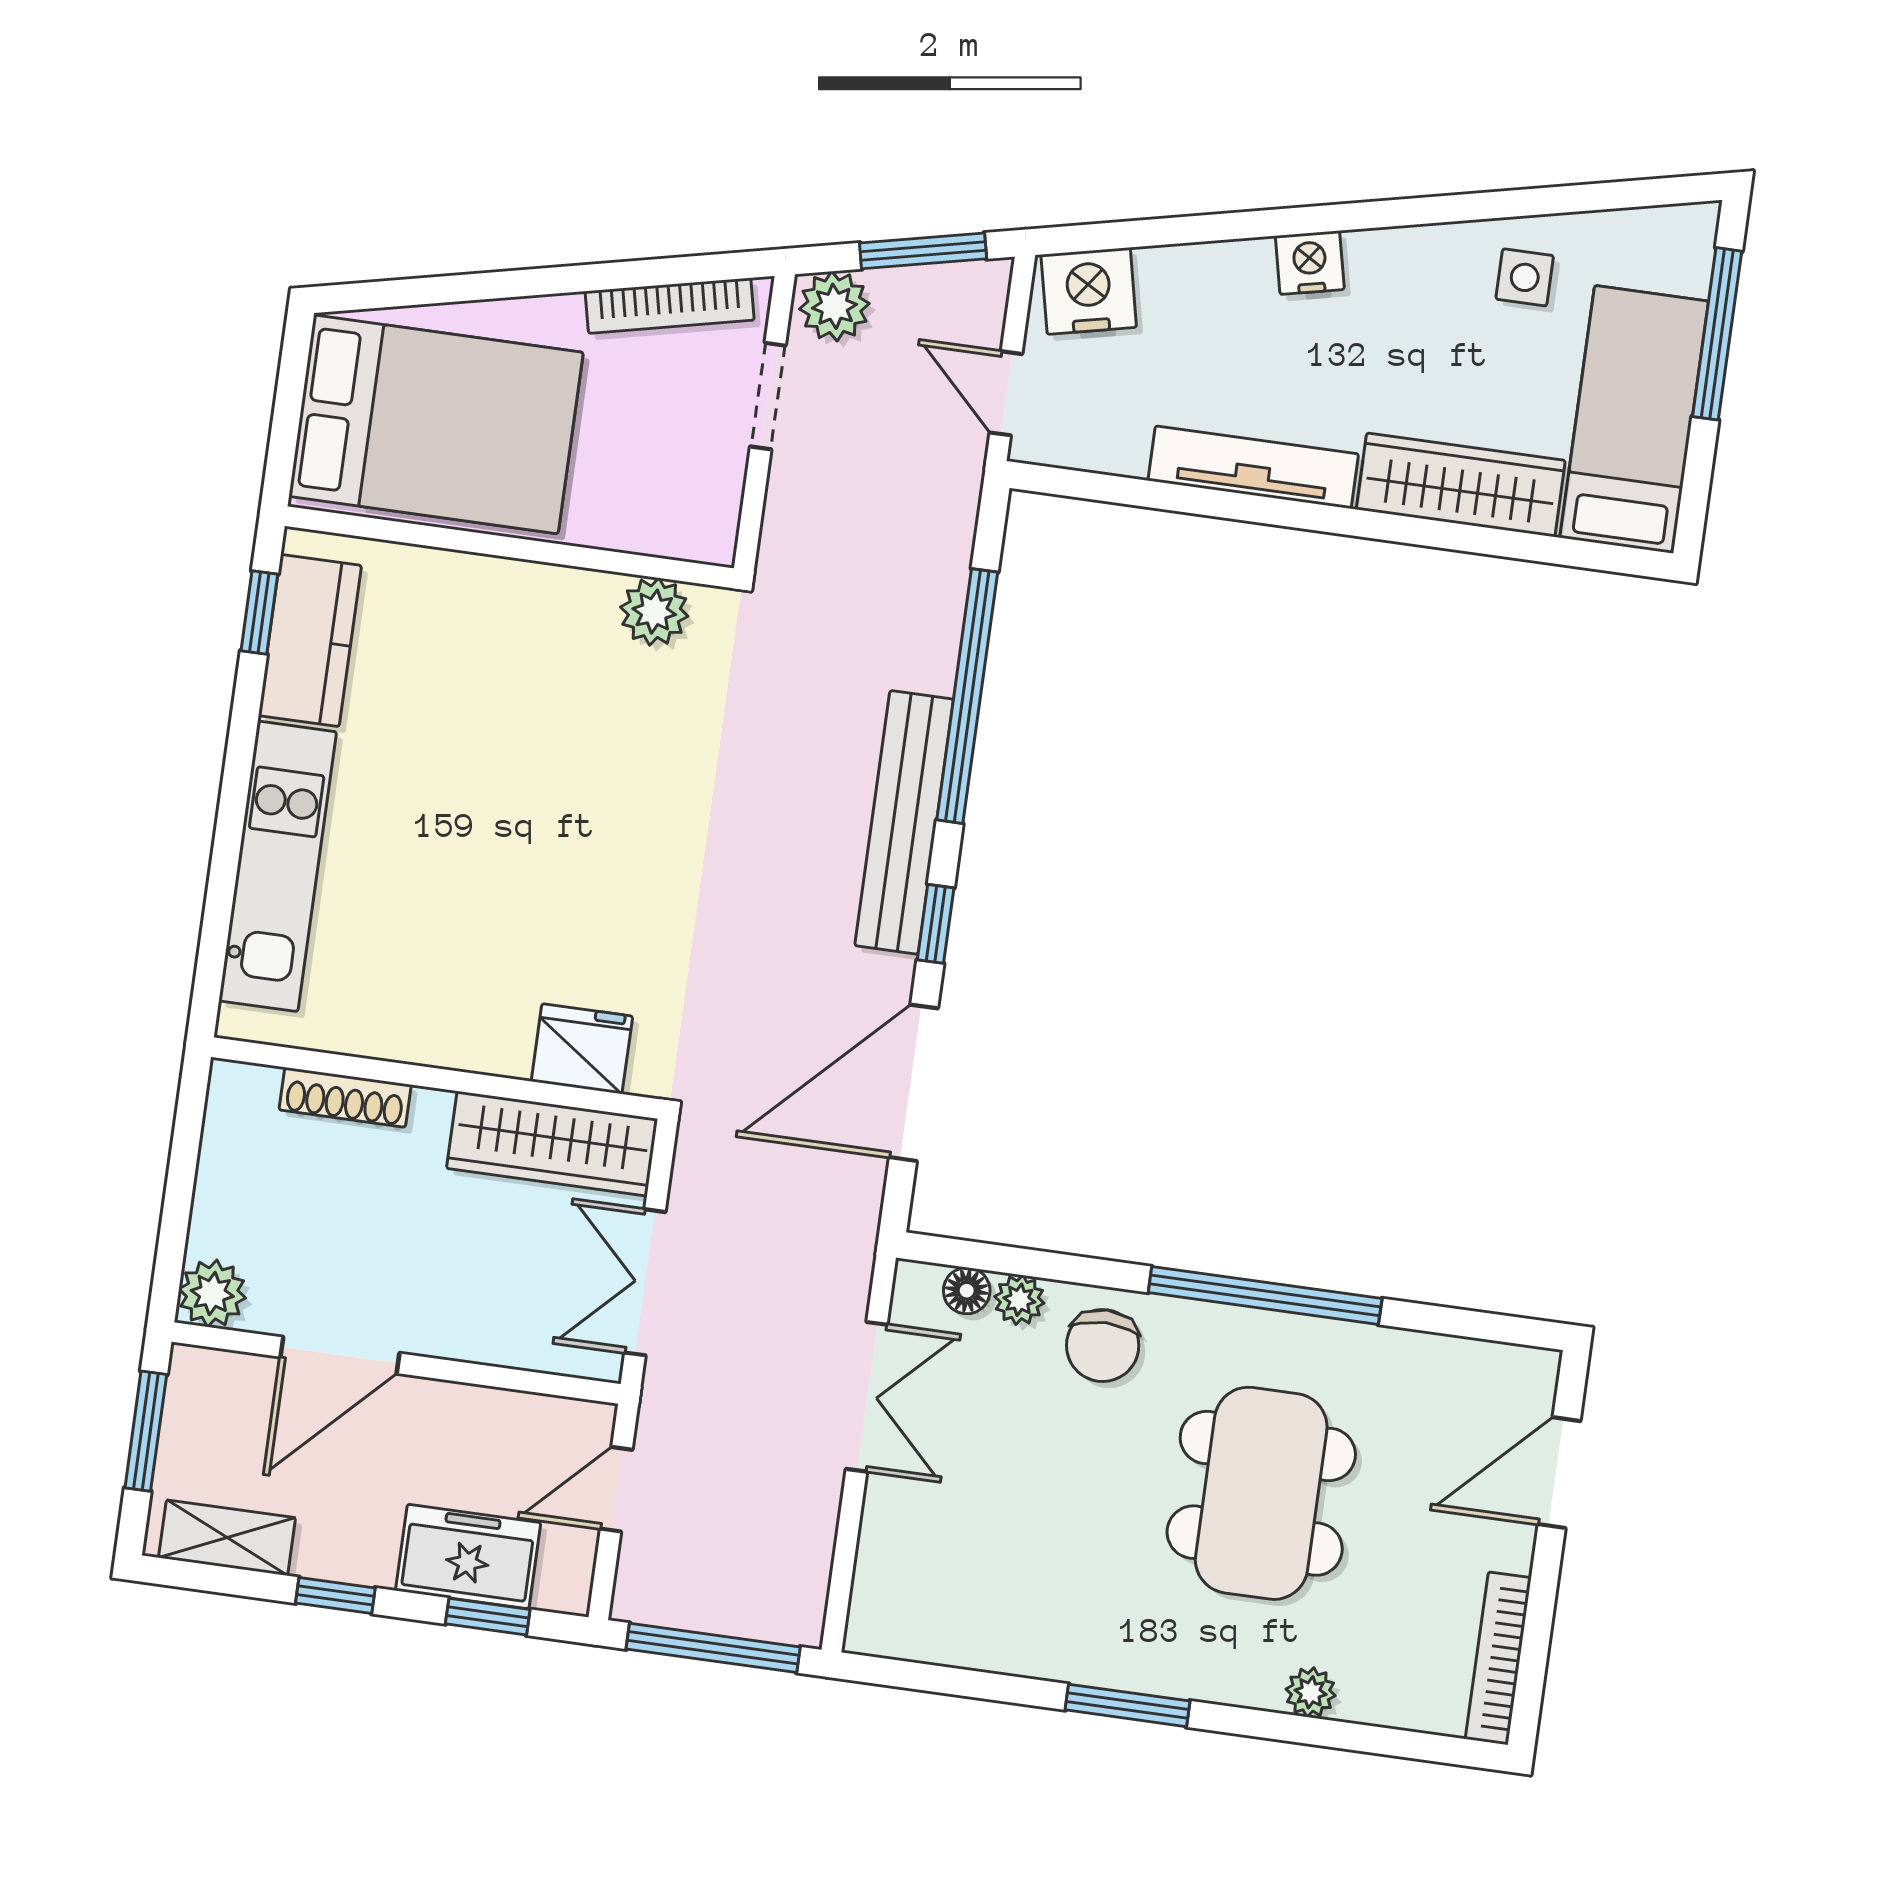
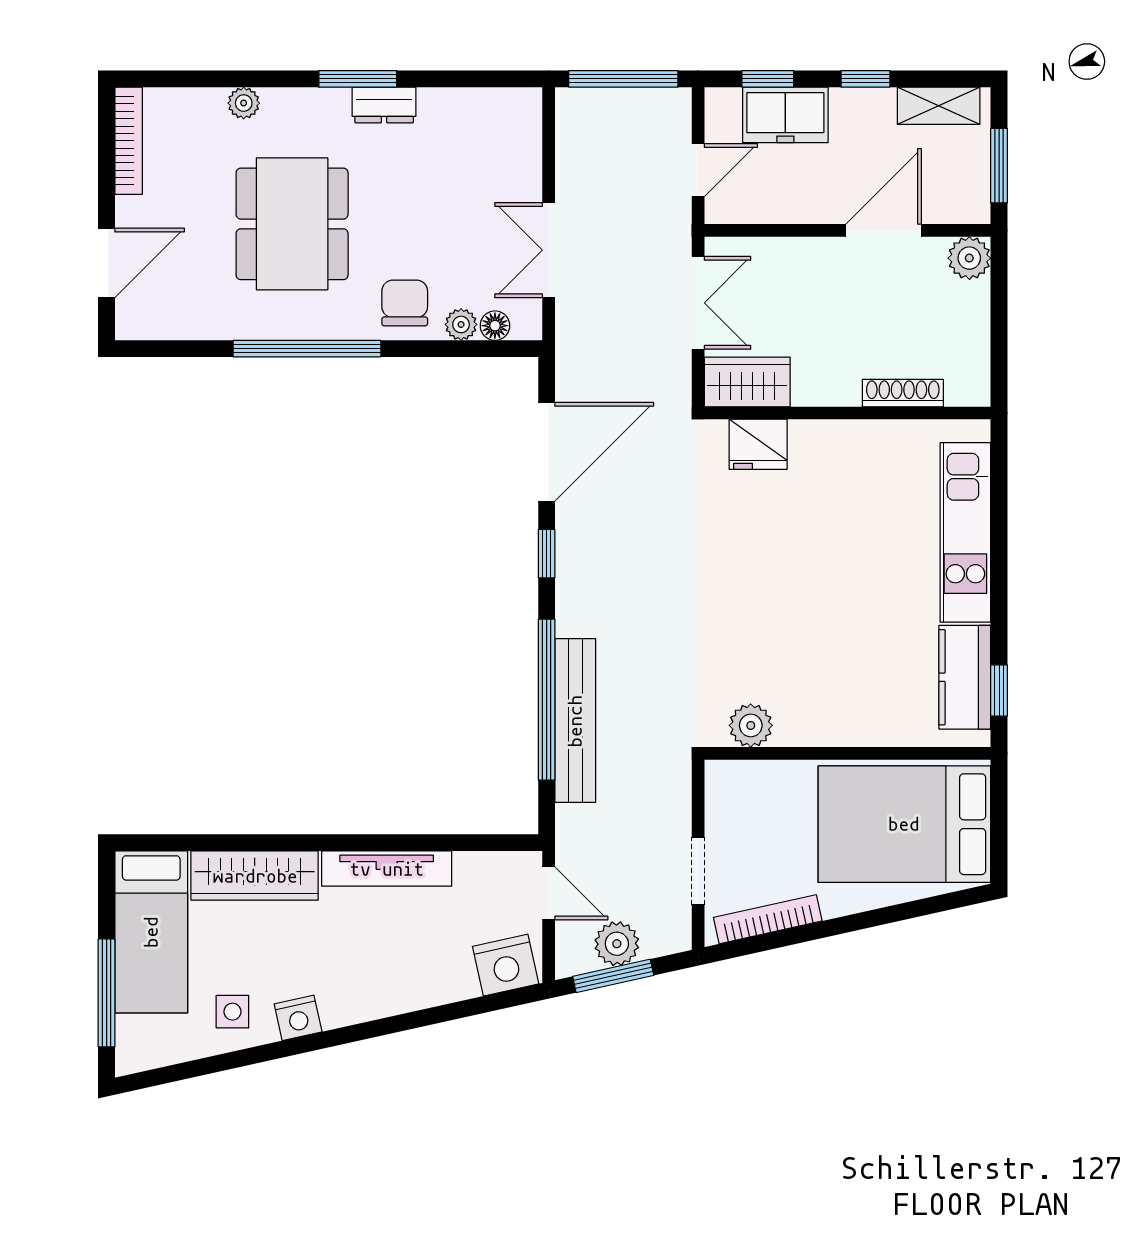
nightstand: (1310, 263) -> (298, 1018), moved
plant: (834, 306) -> (617, 944), moved
bench: (904, 822) -> (575, 721), moved
wardrobe: (552, 1144) -> (747, 382), width x0.67
dresser: (1092, 1659) -> (384, 105), added

